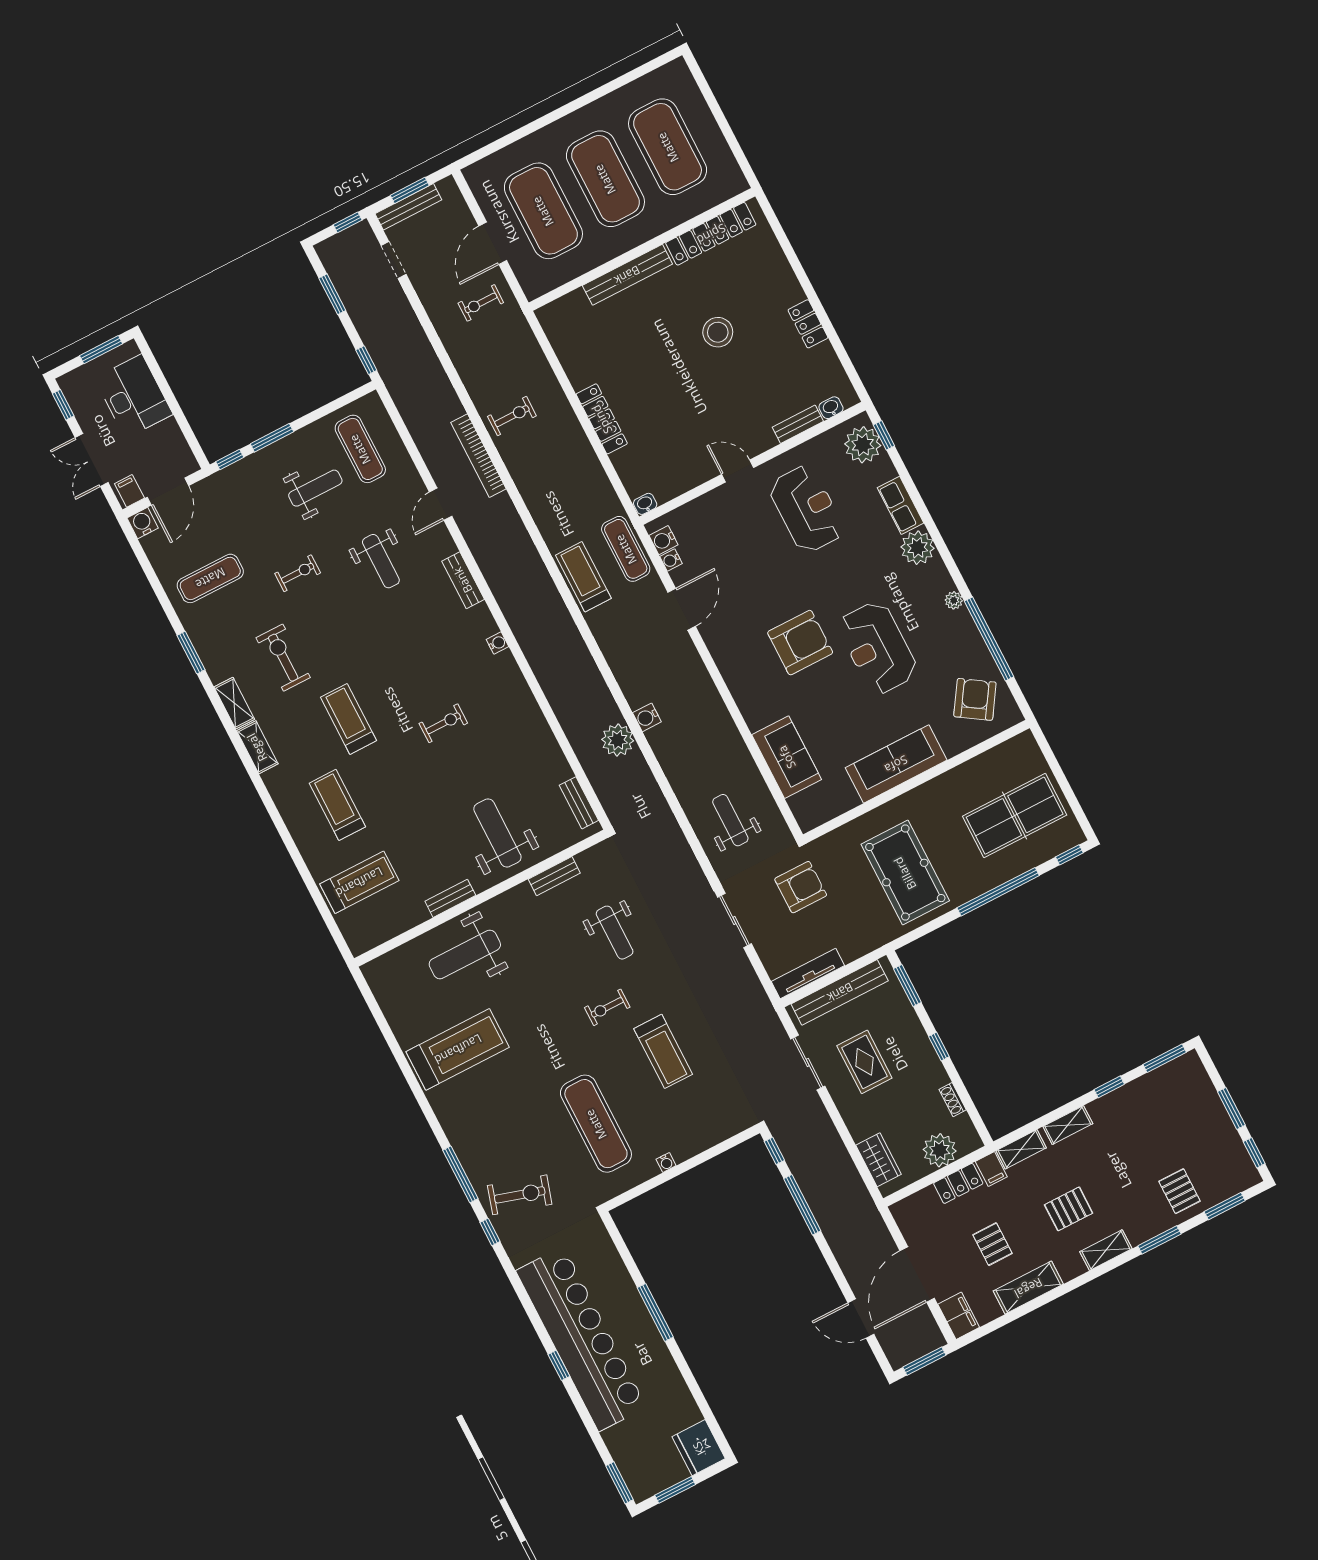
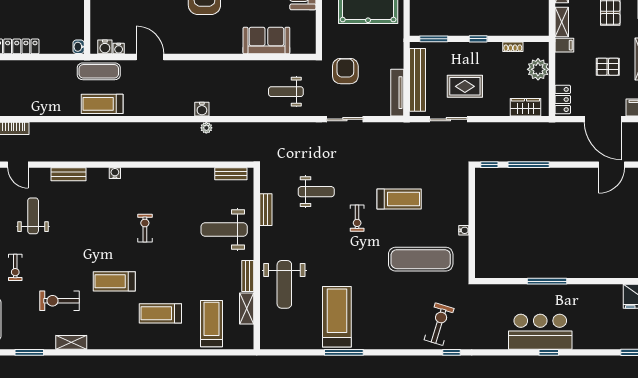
weight bench: (381, 561) -> (33, 216), turned -90
exercise bike: (298, 573) -> (15, 267), turned 180
plant: (618, 740) -> (206, 128), width x0.53, depth x0.53
shelving: (257, 747) -> (247, 309), moved, turned 90
window: (460, 1174) -> (344, 352), moved
locker: (958, 1183) -> (563, 100), moved
bar counter: (581, 1339) -> (540, 332), width x0.54

